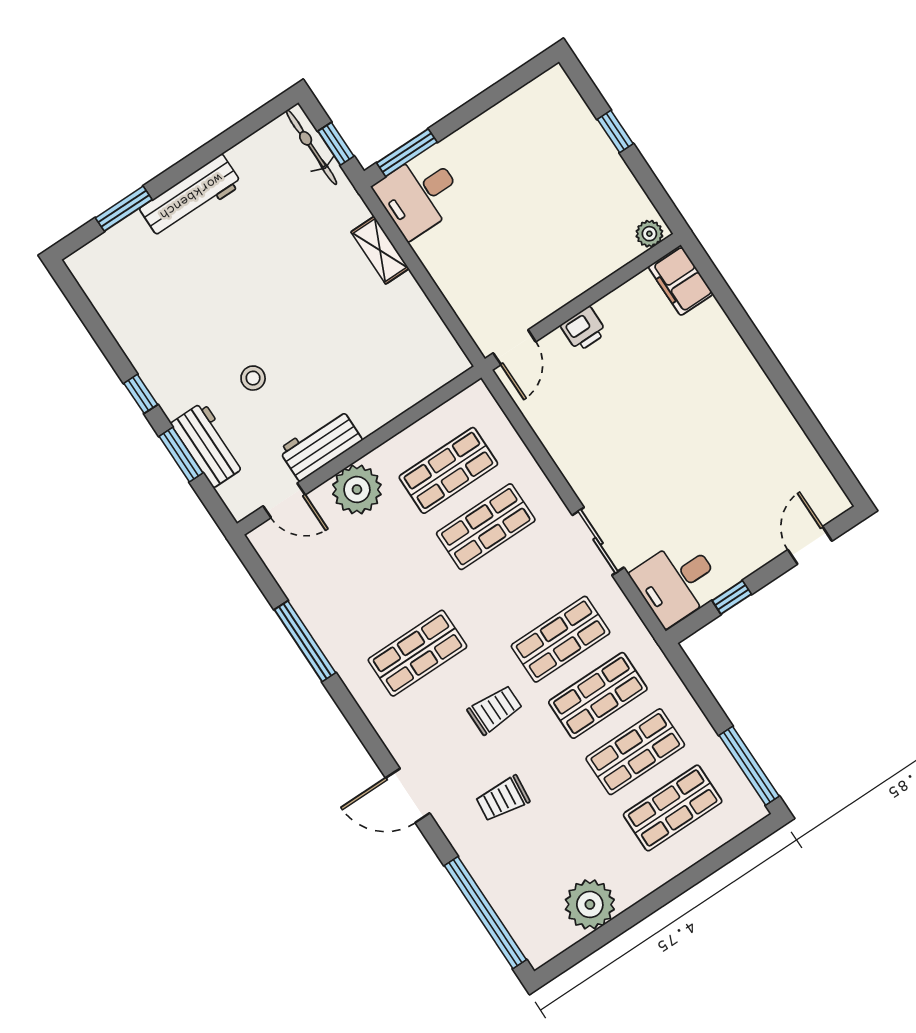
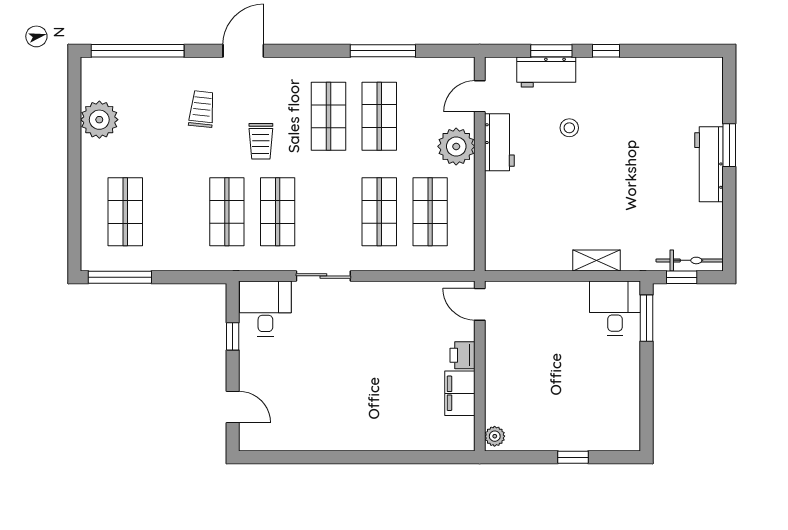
window: (124, 209) -> (729, 145), moved
filing cabinet: (681, 280) -> (460, 393), moved, turned -90
shop shelf: (635, 752) -> (379, 116), moved

